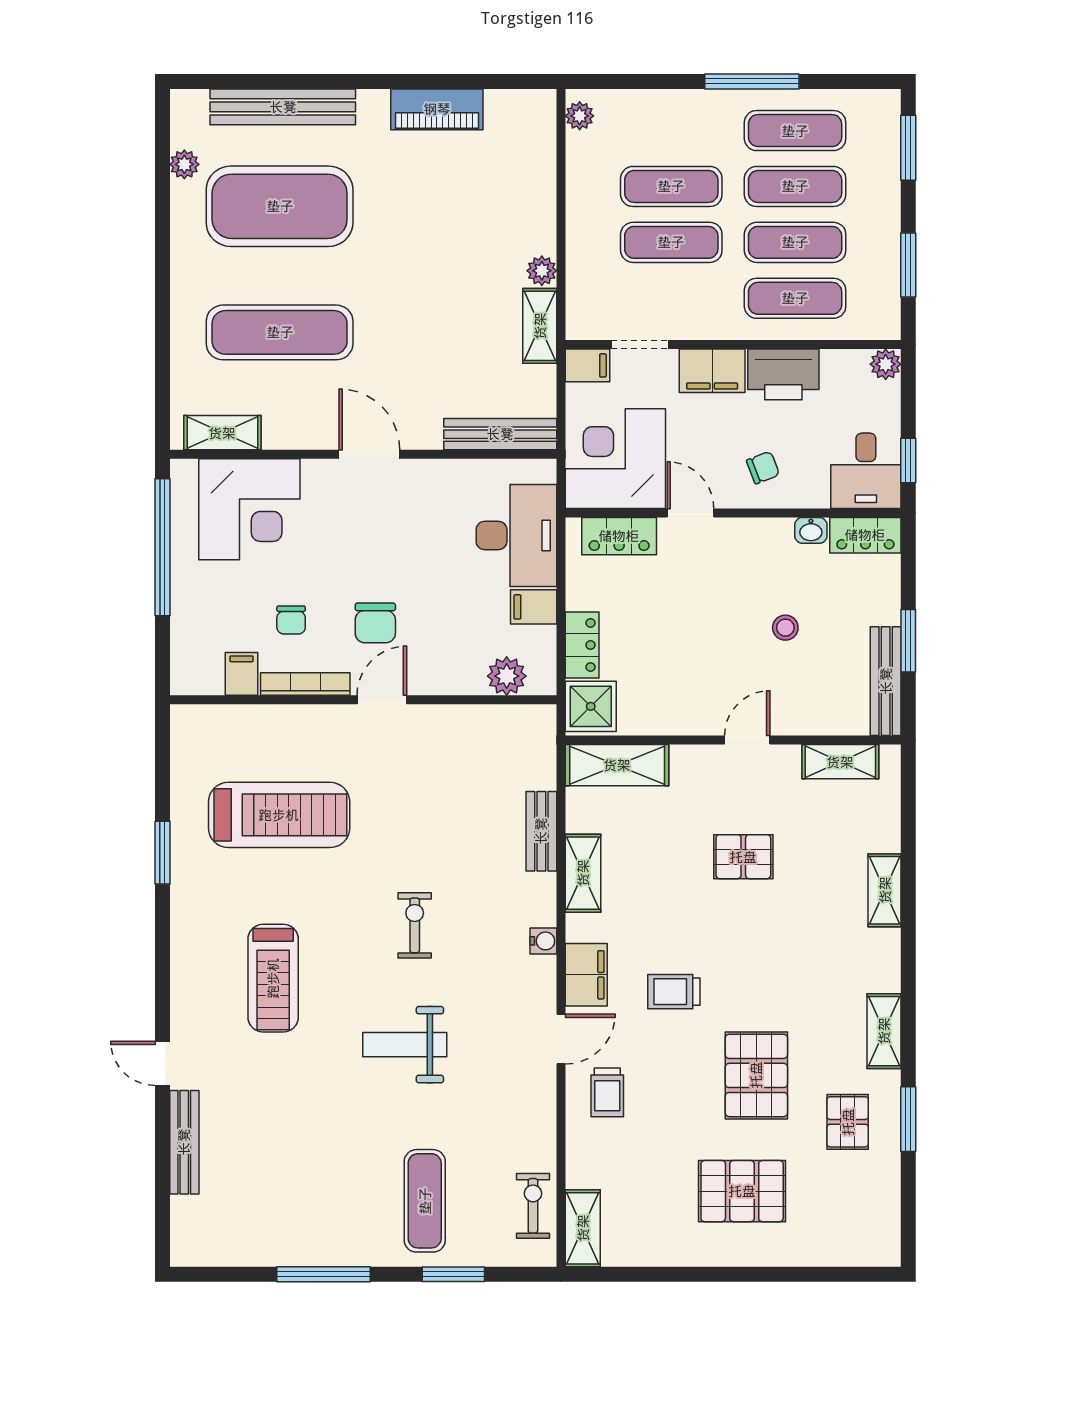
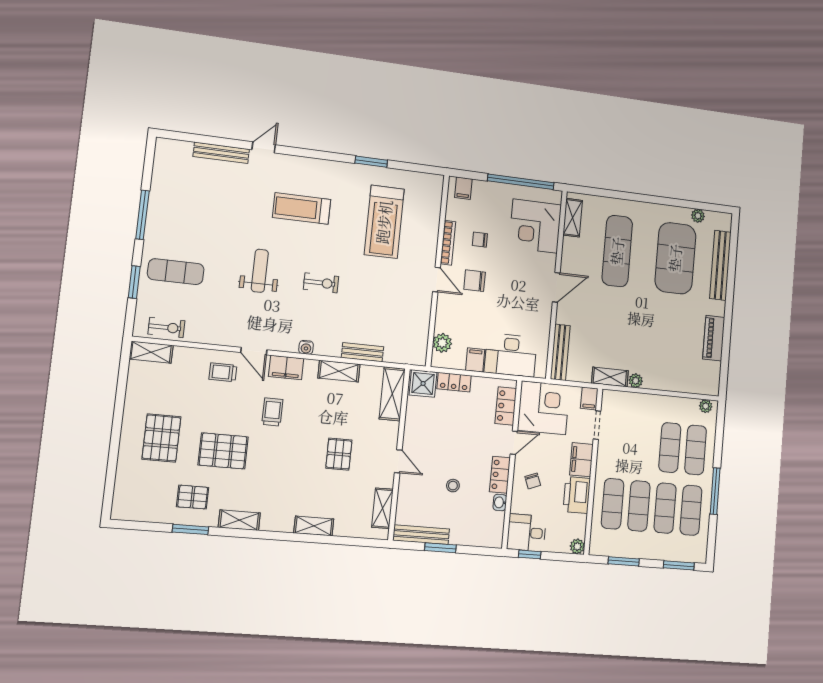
exercise mat: (671, 242) -> (696, 450), moved
locker: (865, 535) -> (500, 475), moved
filing cabinet: (242, 674) -> (463, 188), moved, turned 90

